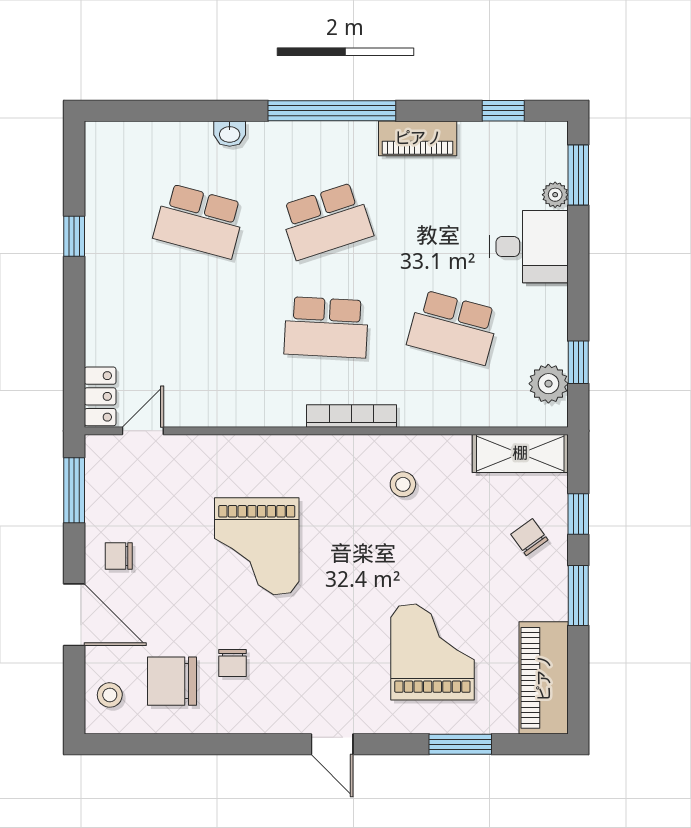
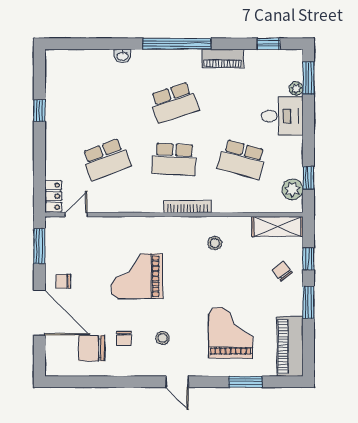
school desk: (199, 221) -> (106, 159), moved, turned -36
grand piano: (257, 546) -> (137, 276), turned 90
door: (74, 615) -> (39, 313), width x1.36
stool: (110, 695) -> (163, 338), moved

